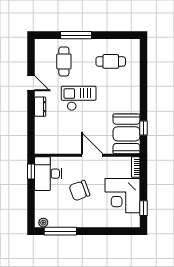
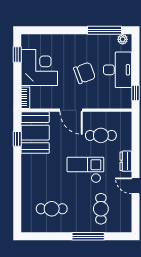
checkout: (79, 98) -> (85, 170), turned 180
cafe table: (64, 131) -> (101, 135), added
desk: (48, 174) -> (118, 70), moved

